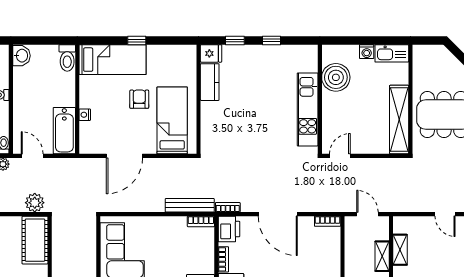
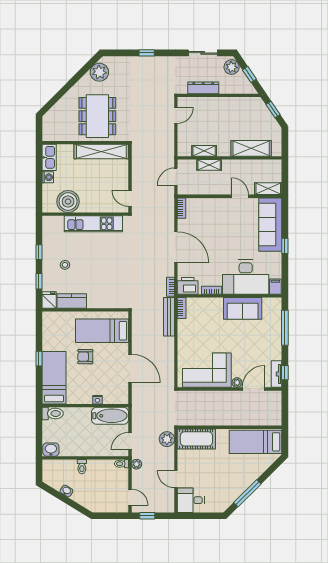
stool: (256, 73) -> (65, 265), added
door: (278, 214) -> (176, 247), hinge flipped

